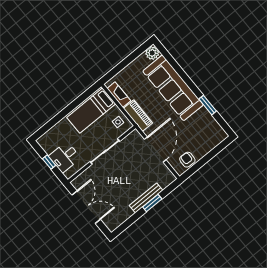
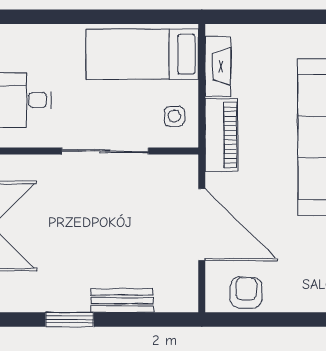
door: (155, 150) -> (202, 225), hinge flipped
bench: (146, 198) -> (122, 301), width x0.73
window: (152, 203) -> (70, 320), moved

